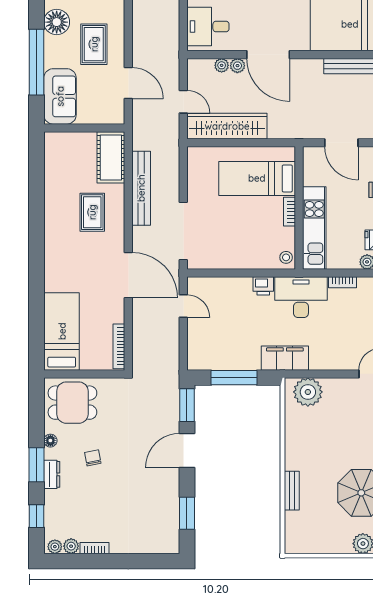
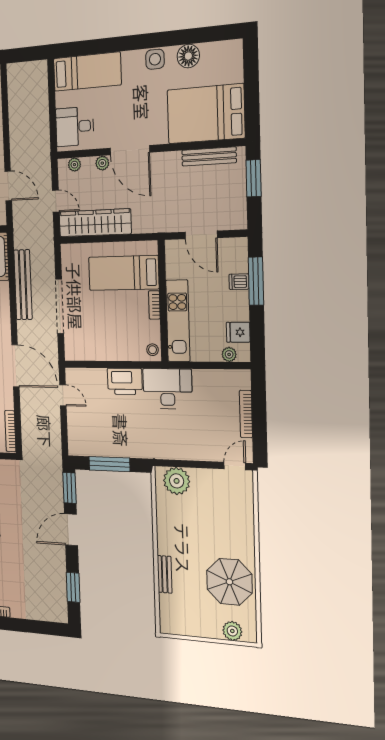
plant: (222, 65) -> (74, 165), moved
doorway: (183, 231) -> (60, 306), moved
bookcase: (343, 282) -> (206, 375), removed
printer: (263, 286) -> (125, 381), width x1.87, depth x1.48
filing cabinet: (285, 358) -> (154, 447), removed

